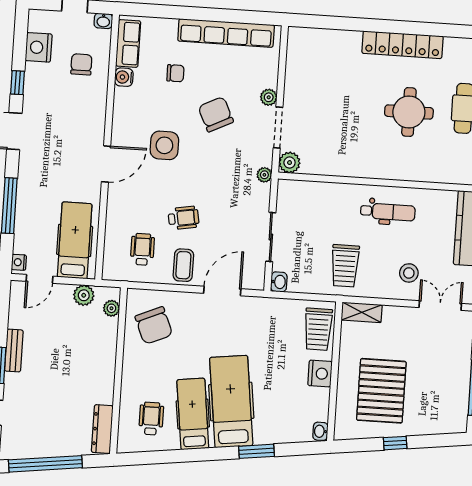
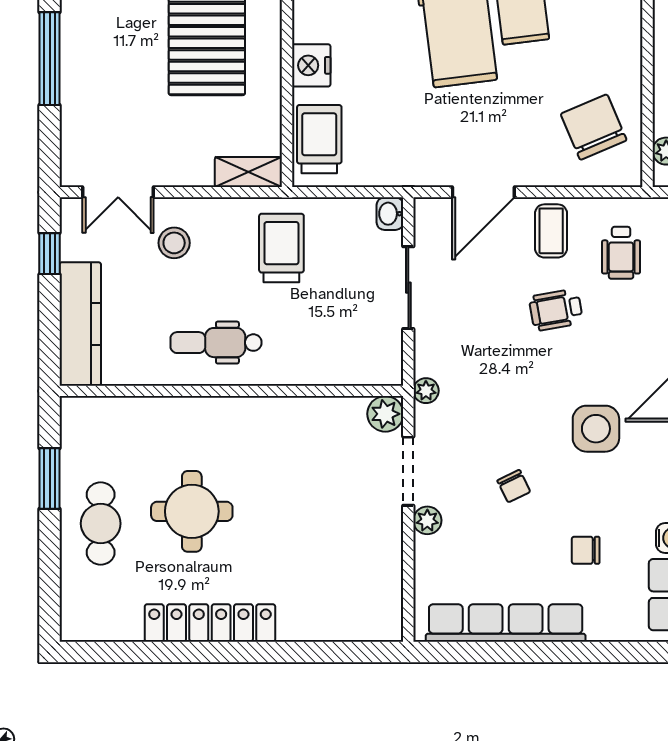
chair: (216, 114) -> (514, 486), width x0.54, depth x0.54

